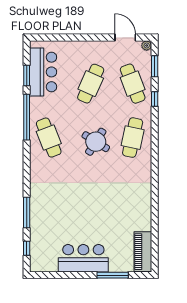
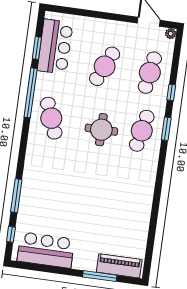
window: (155, 66) -> (166, 129), moved
cafe table: (133, 84) -> (150, 73), turned 30
round table: (96, 142) -> (101, 130), turned -32
piano: (143, 252) -> (119, 266), moved, turned 90
bar counter: (83, 258) -> (46, 250), moved

